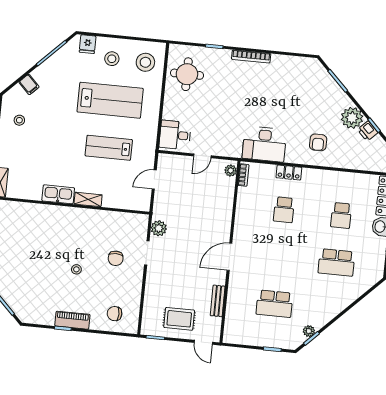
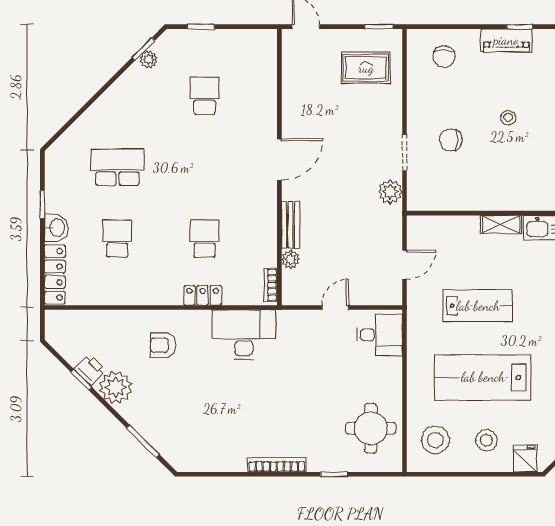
armchair: (318, 142) -> (163, 345), turned -90
plant: (231, 171) -> (291, 259), moved
chair: (116, 258) -> (451, 140), turned -90
bench: (218, 301) -> (291, 225), moved
school desk: (274, 304) -> (205, 96), width x0.54
chair: (115, 314) -> (444, 57), turned 90
rug: (179, 319) -> (366, 68), moved

